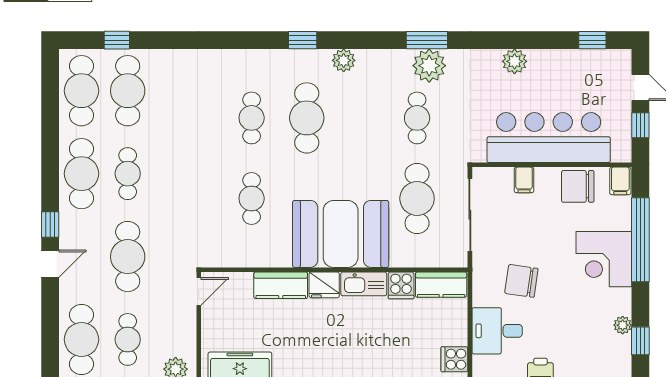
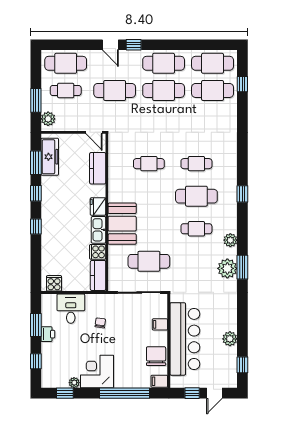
plant: (344, 60) -> (230, 240), moved
plant: (515, 61) -> (230, 339), moved
cafe table: (417, 118) -> (196, 229), moved
cafe table: (128, 174) -> (164, 90), width x1.37, depth x1.35
booth: (341, 234) -> (122, 224), width x0.73, depth x0.70
corner desk: (604, 259) -> (97, 372), moved
chair: (521, 281) -> (100, 323), width x0.54, depth x0.54
kitchen counter: (281, 285) -> (98, 168), moved

